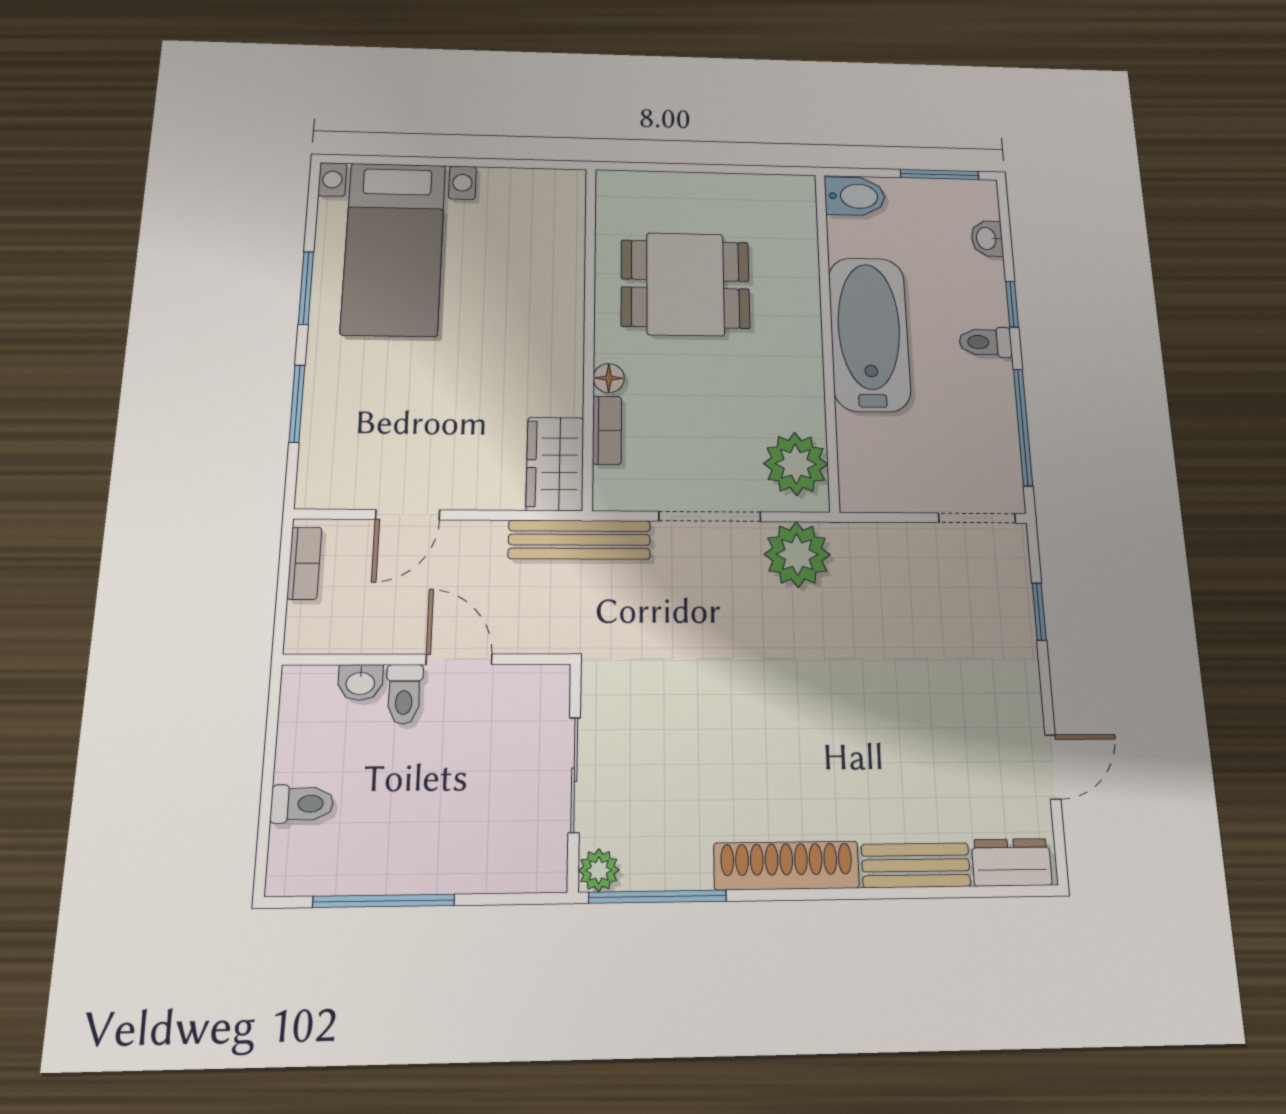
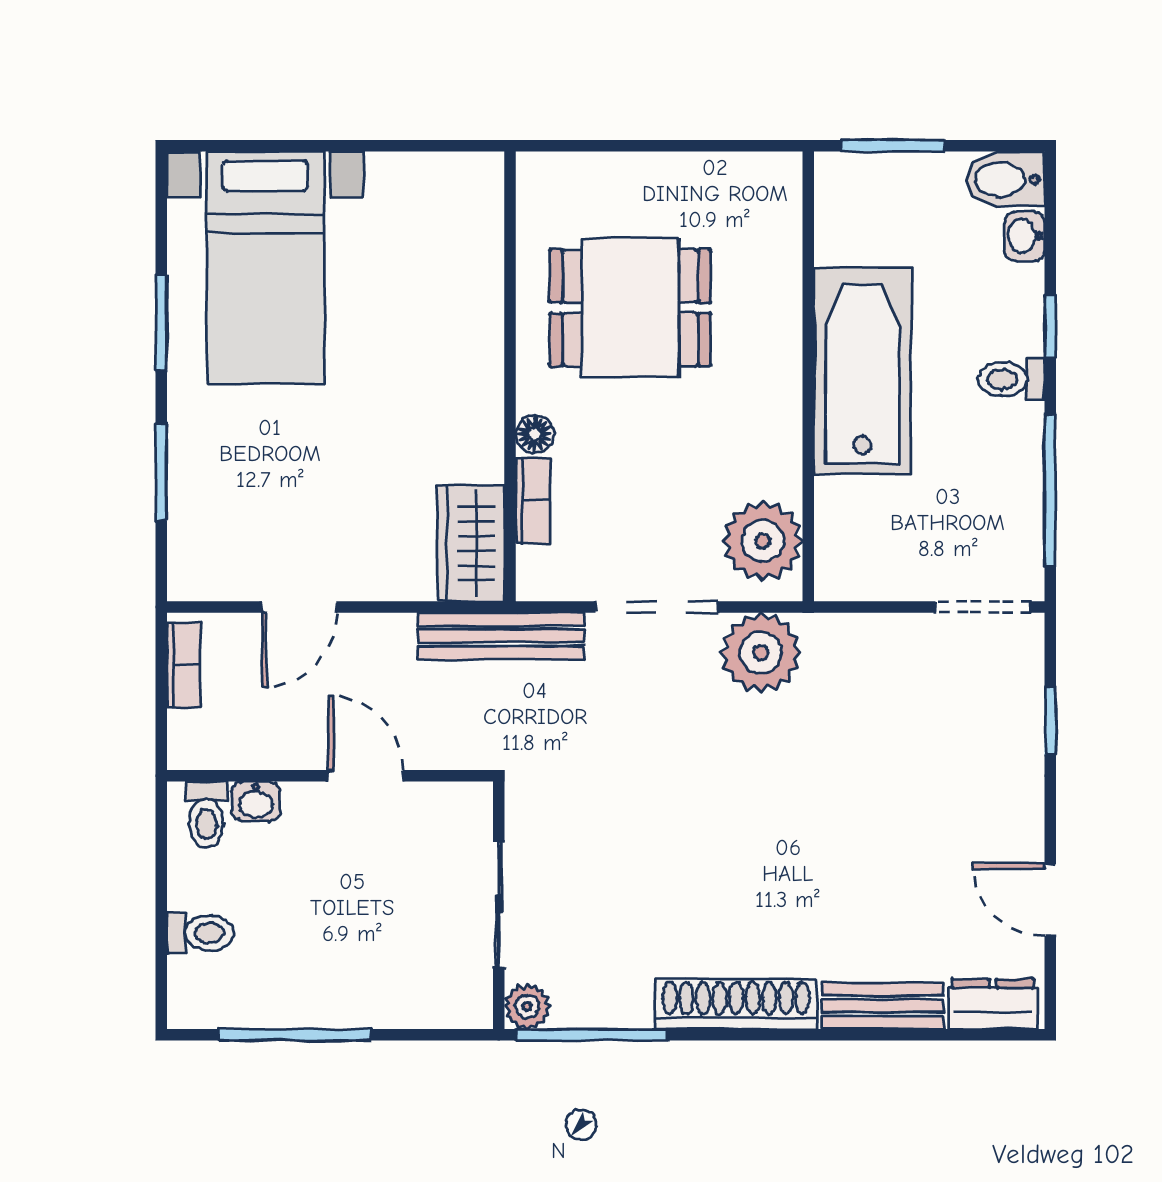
window: (940, 175) -> (893, 146), moved
bidet: (855, 196) -> (1005, 179), moved, turned 180
toilet: (404, 694) -> (206, 815), moved
door: (1053, 767) -> (1050, 900), swing flipped

